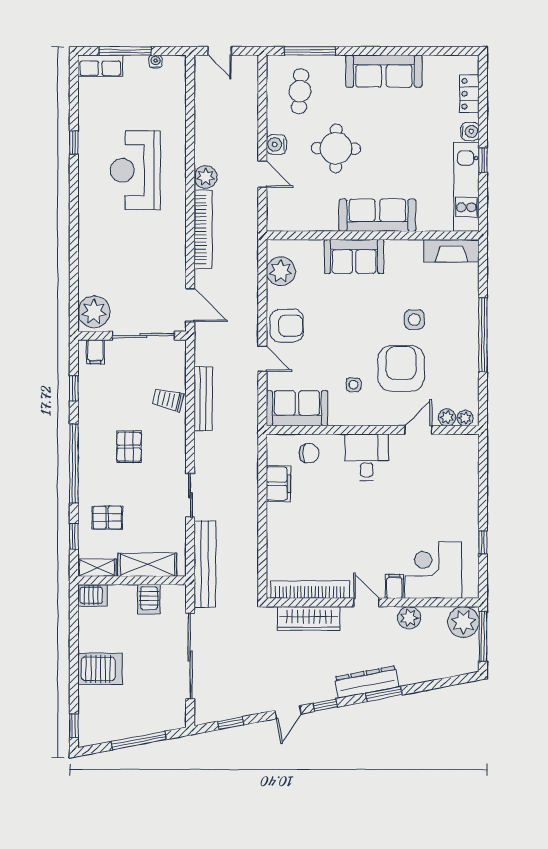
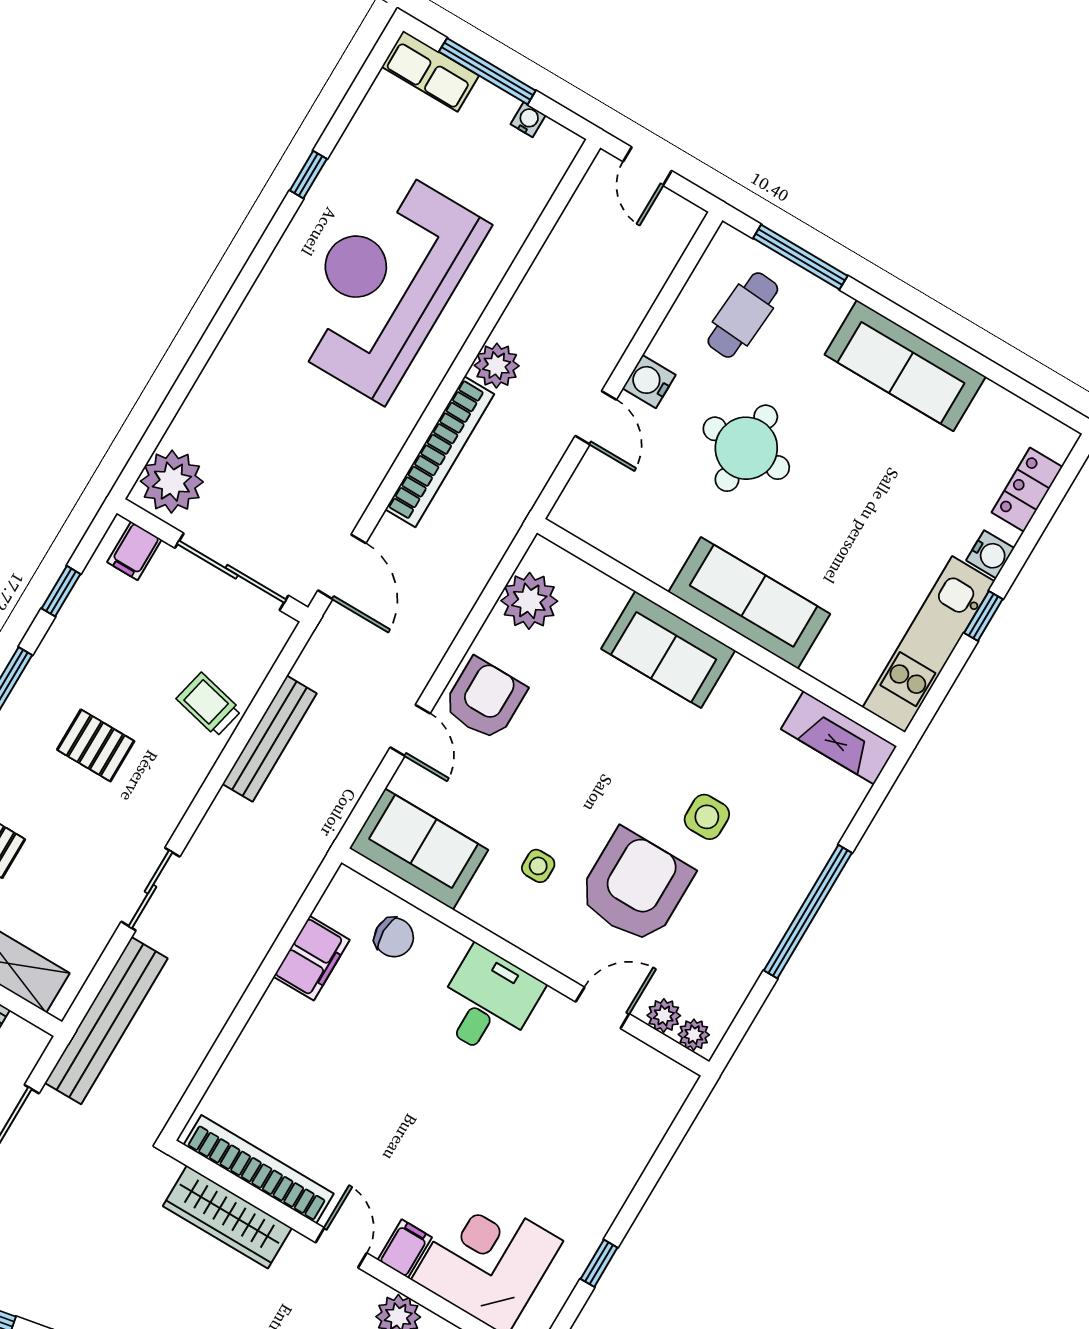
reception desk: (135, 170) -> (384, 283), width x1.36, depth x1.30
armchair: (287, 326) -> (485, 699), turned -90
pallet: (129, 447) -> (96, 745), turned 90

